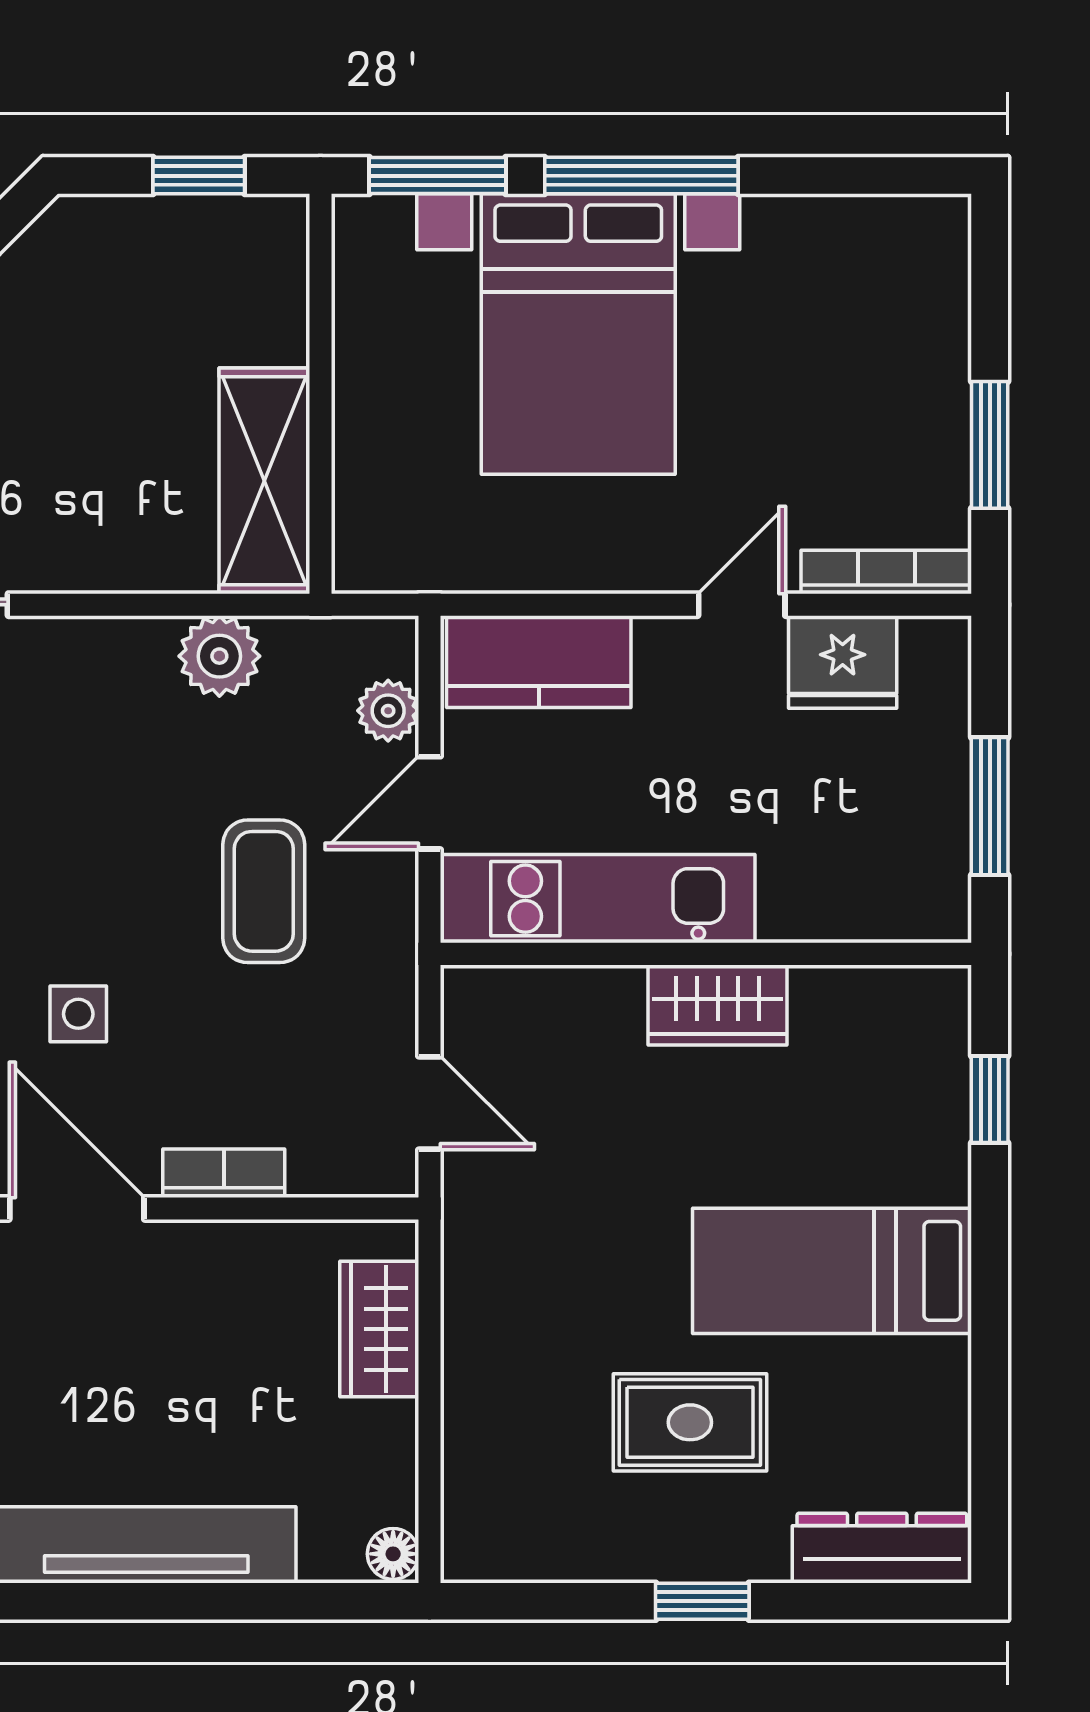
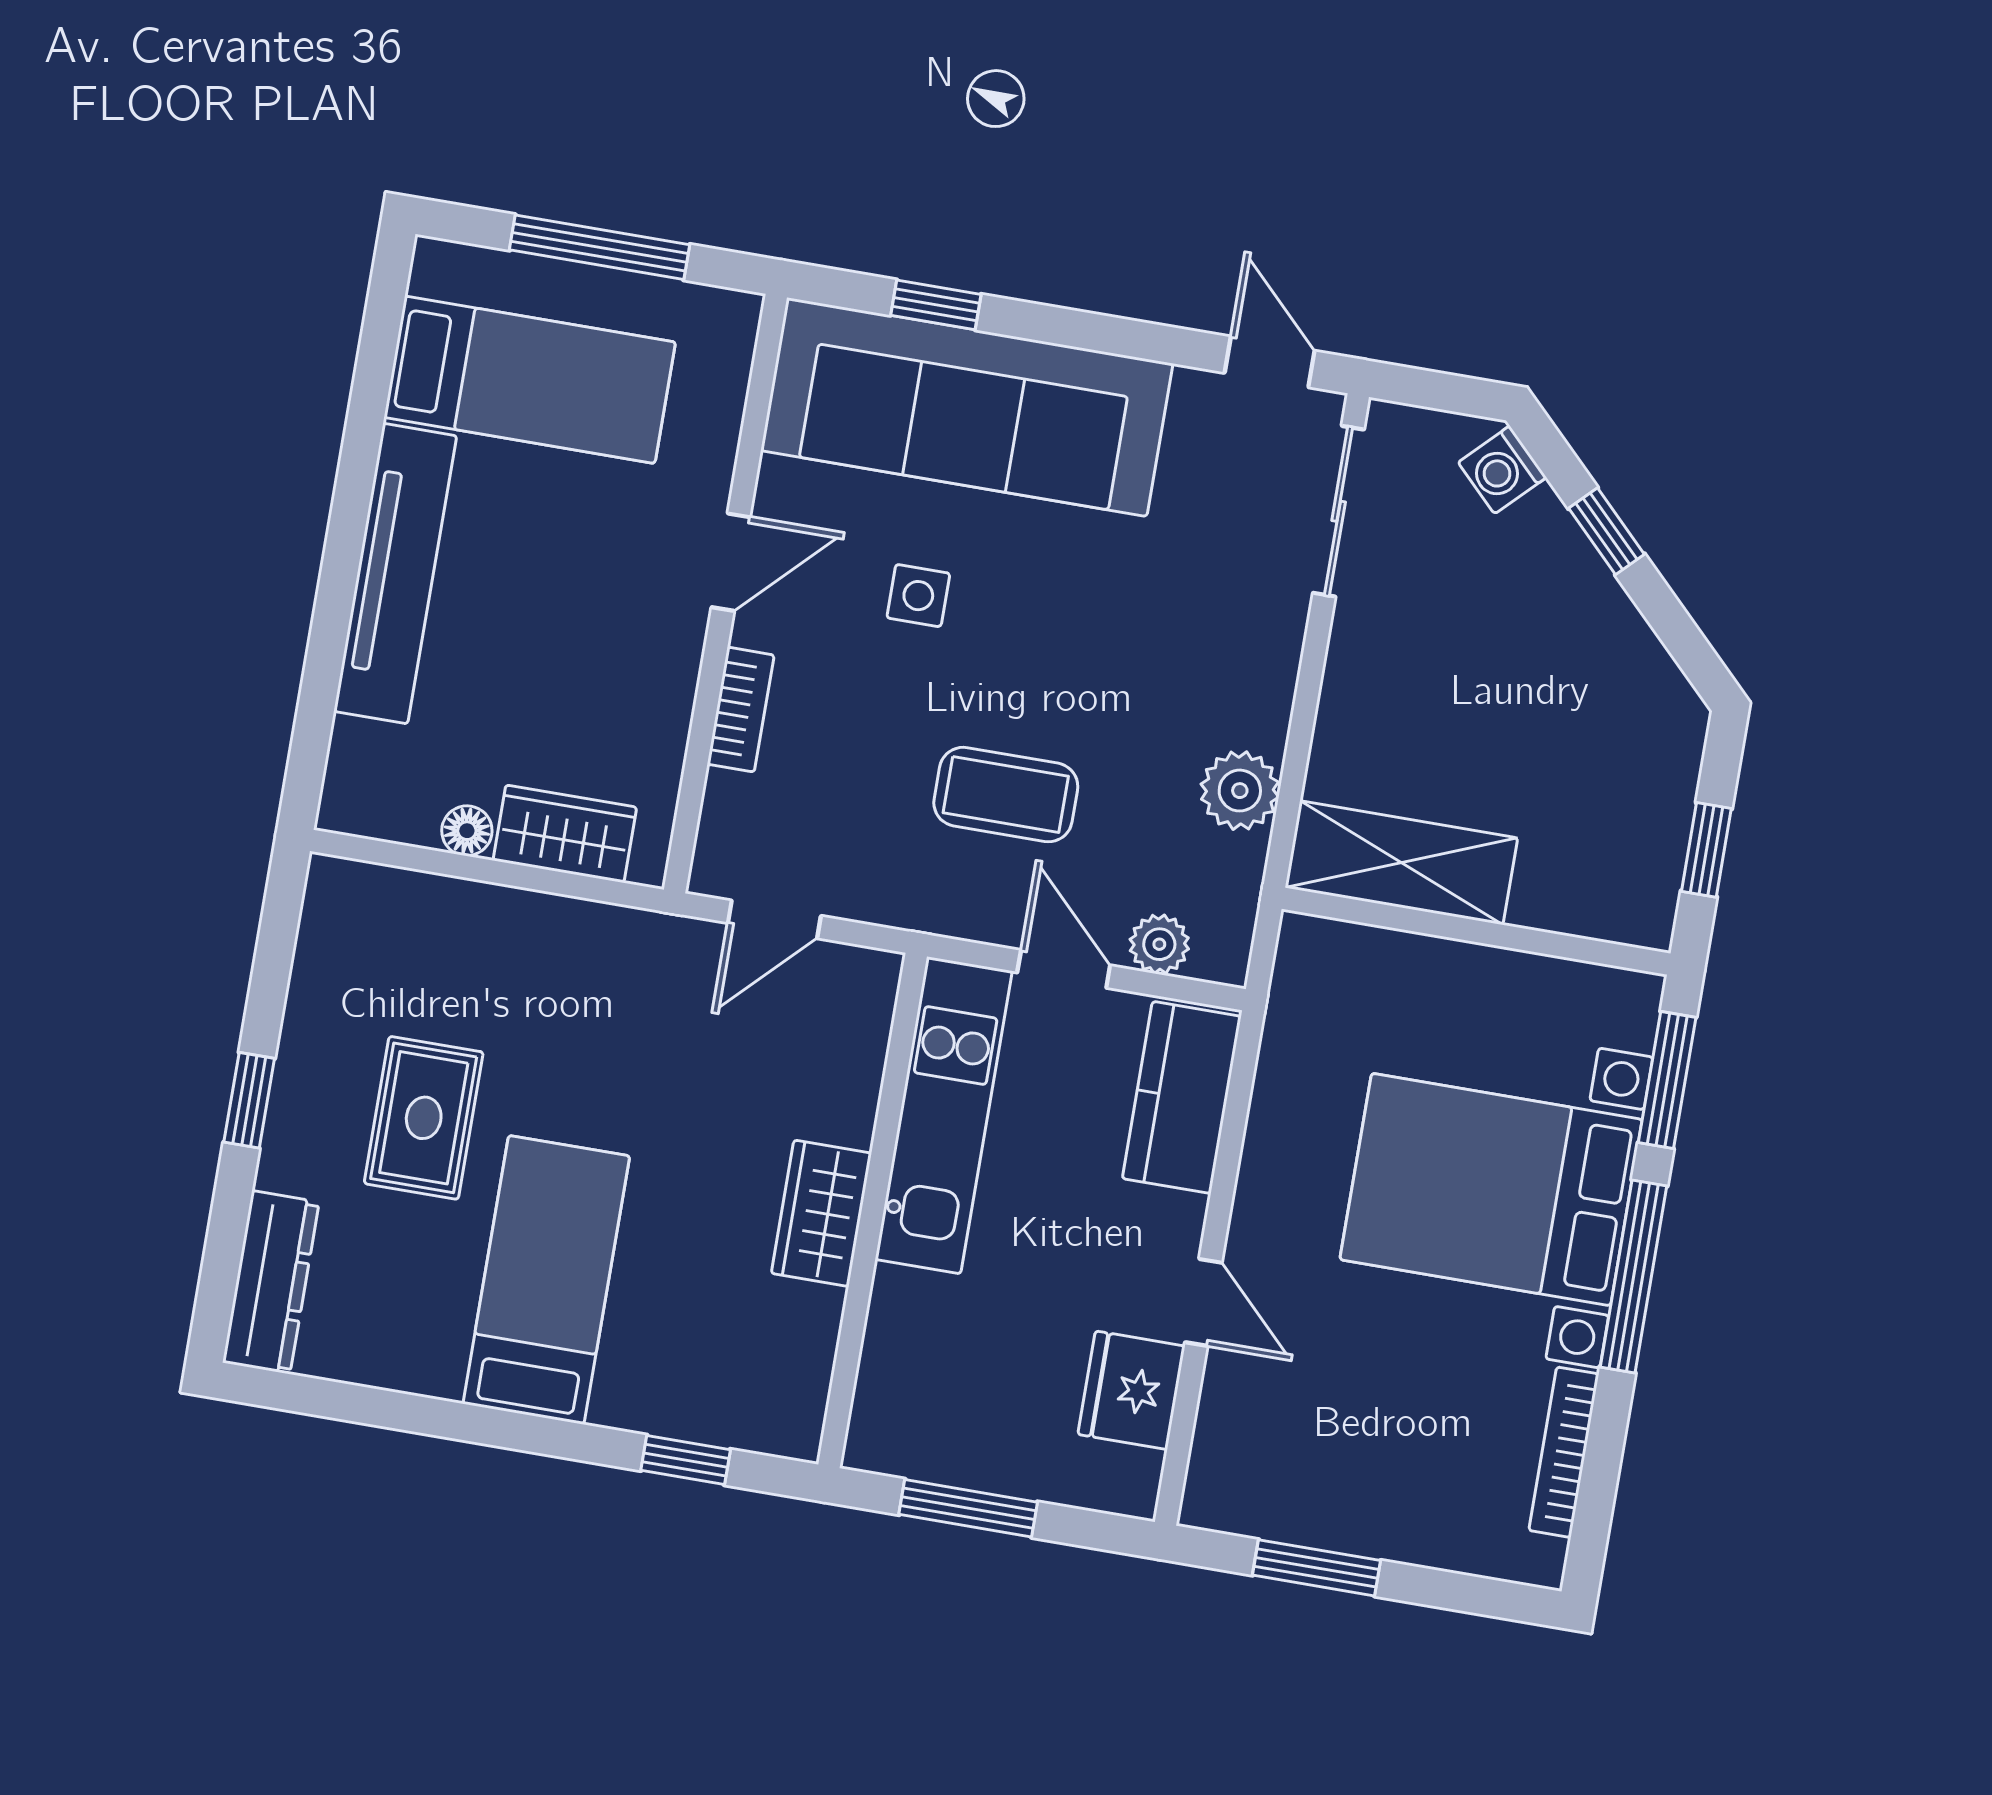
bookcase: (886, 572) -> (1564, 1452), moved, turned 180
door: (77, 1208) -> (731, 562), width x0.73
floor lamp: (393, 1554) -> (467, 831), moved

